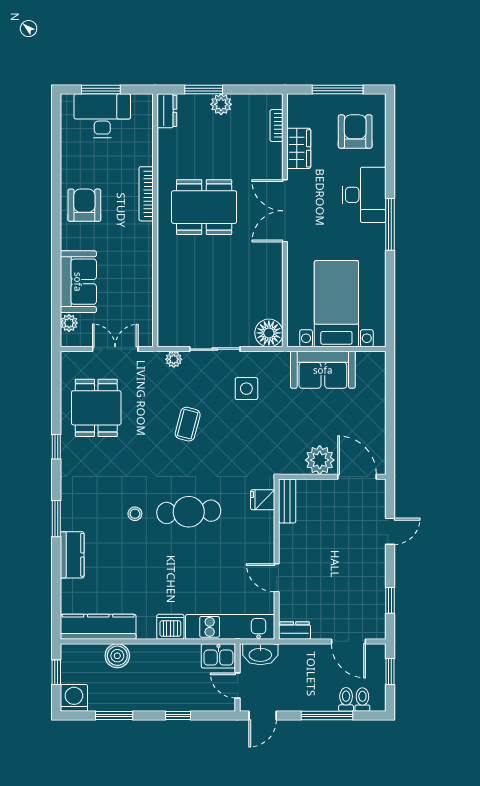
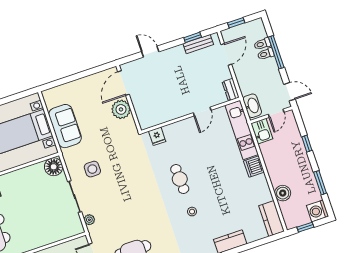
coffee table: (188, 424) -> (126, 198), removed
bench: (287, 501) -> (198, 44), moved
cafe table: (189, 512) -> (180, 179), width x0.73, depth x0.74
kitchen counter: (98, 627) -> (272, 218), width x0.67
toilet: (362, 700) -> (266, 54), moved

